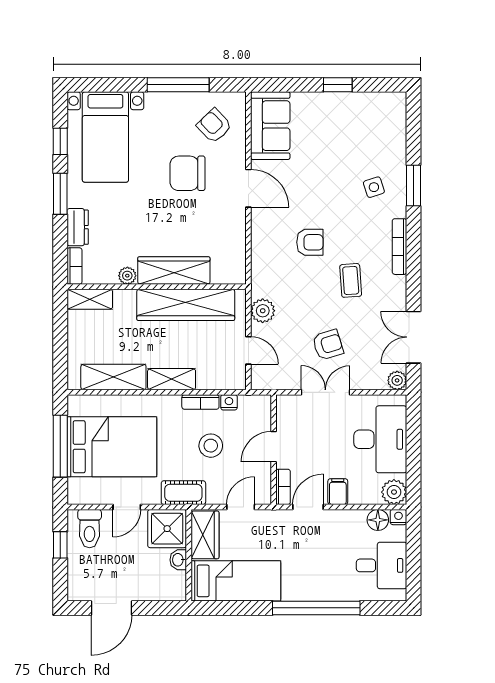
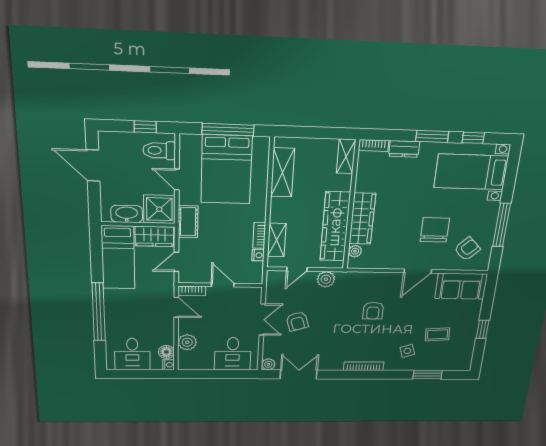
window: (414, 185) -> (428, 375), moved
plant: (127, 276) -> (355, 251), moved
coffee table: (351, 280) -> (438, 334), moved
shelving: (172, 379) -> (277, 240), moved
desk: (380, 439) -> (233, 354), width x0.73
stool: (211, 446) -> (225, 242), removed
filing cabinet: (338, 492) -> (188, 327), removed
plant: (394, 492) -> (187, 342), moved
door: (241, 507) -> (176, 262), swing flipped
washbasin: (178, 560) -> (127, 214), width x1.91, depth x1.45

